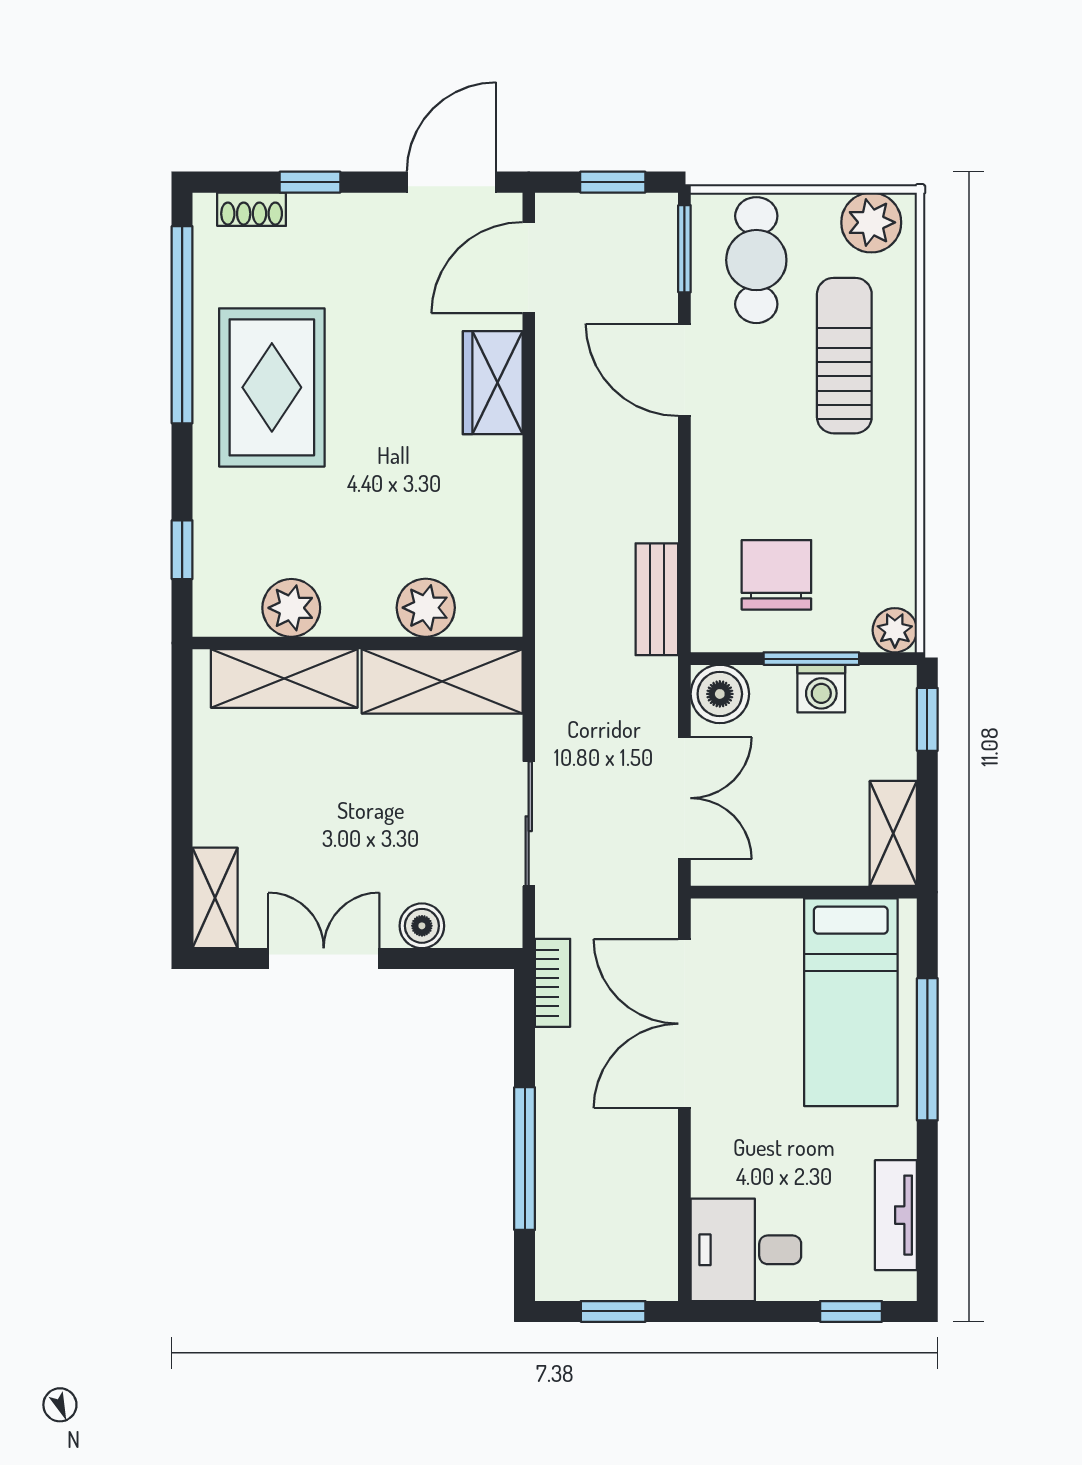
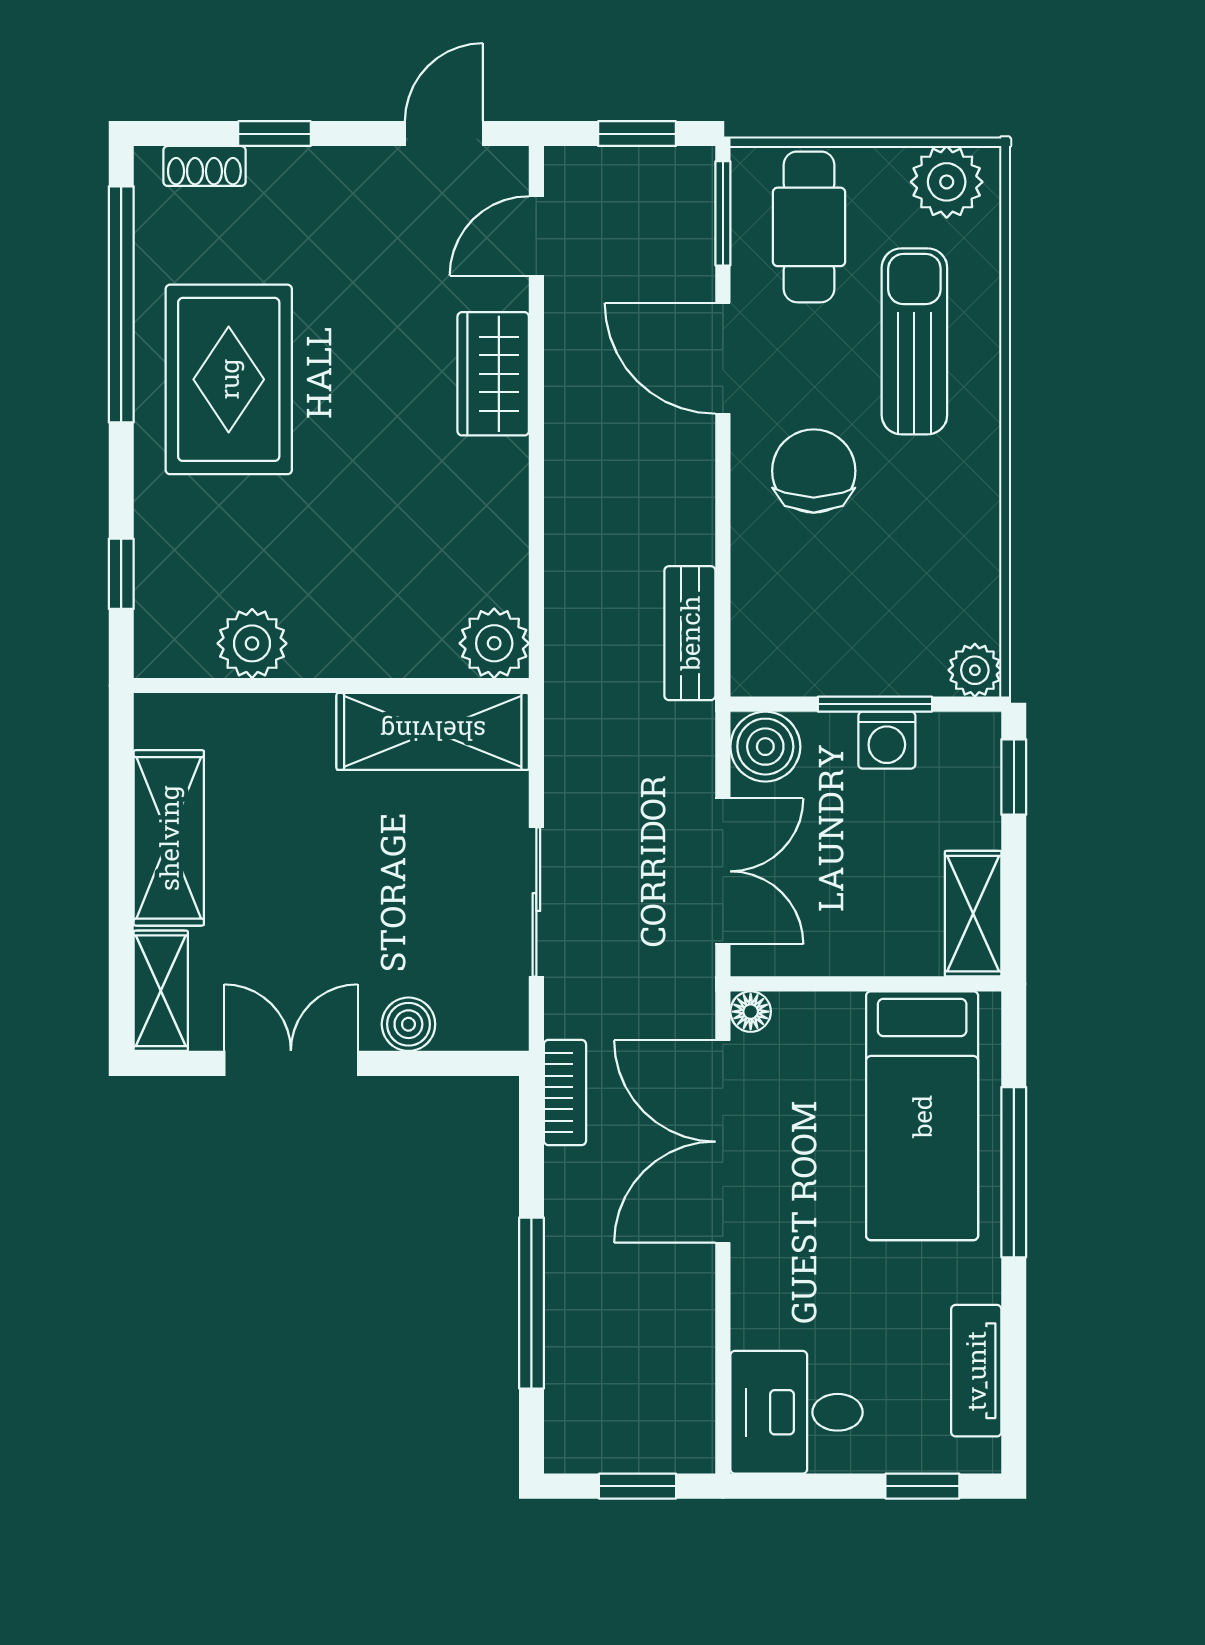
door: (451, 182) -> (444, 134), width x0.73
door: (529, 268) -> (536, 236), width x0.73
chair: (776, 575) -> (814, 471), moved
plant: (426, 608) -> (494, 643), moved
shelving: (284, 679) -> (169, 838), moved, turned 90
floor lamp: (708, 915) -> (751, 1012), added

